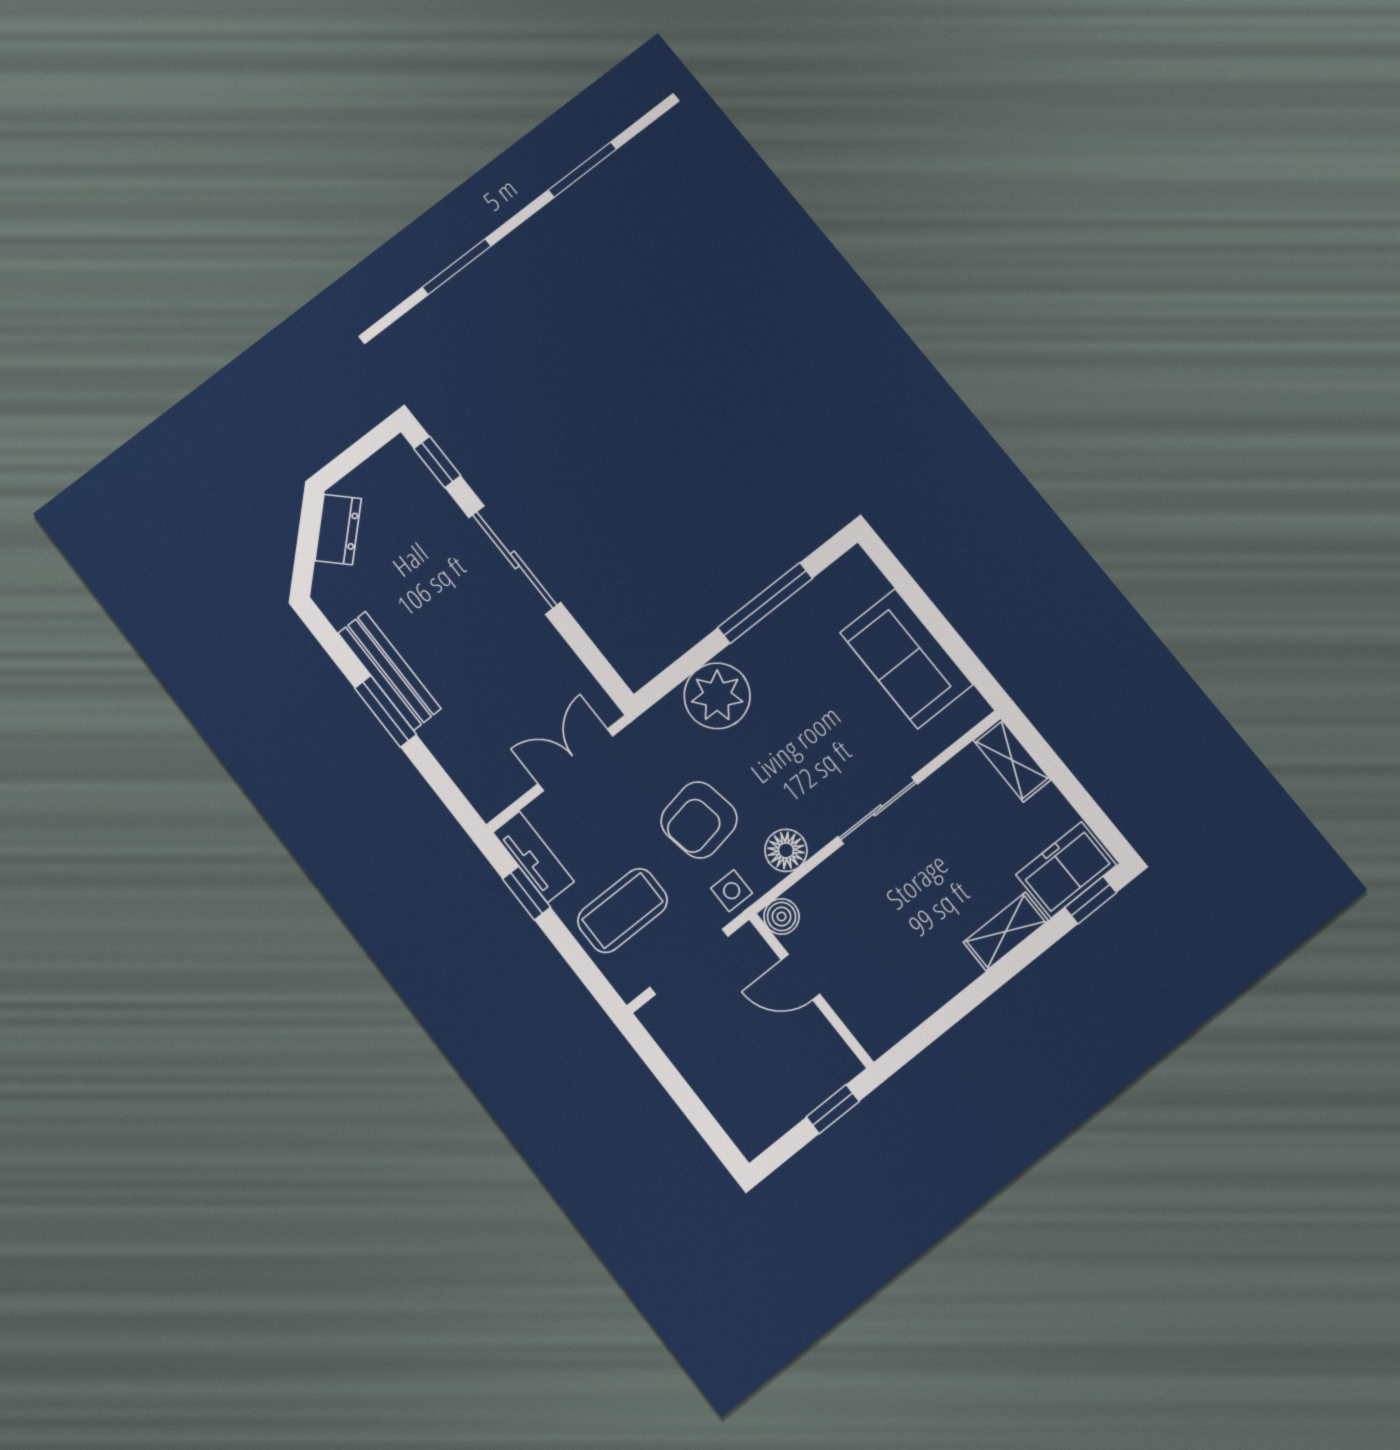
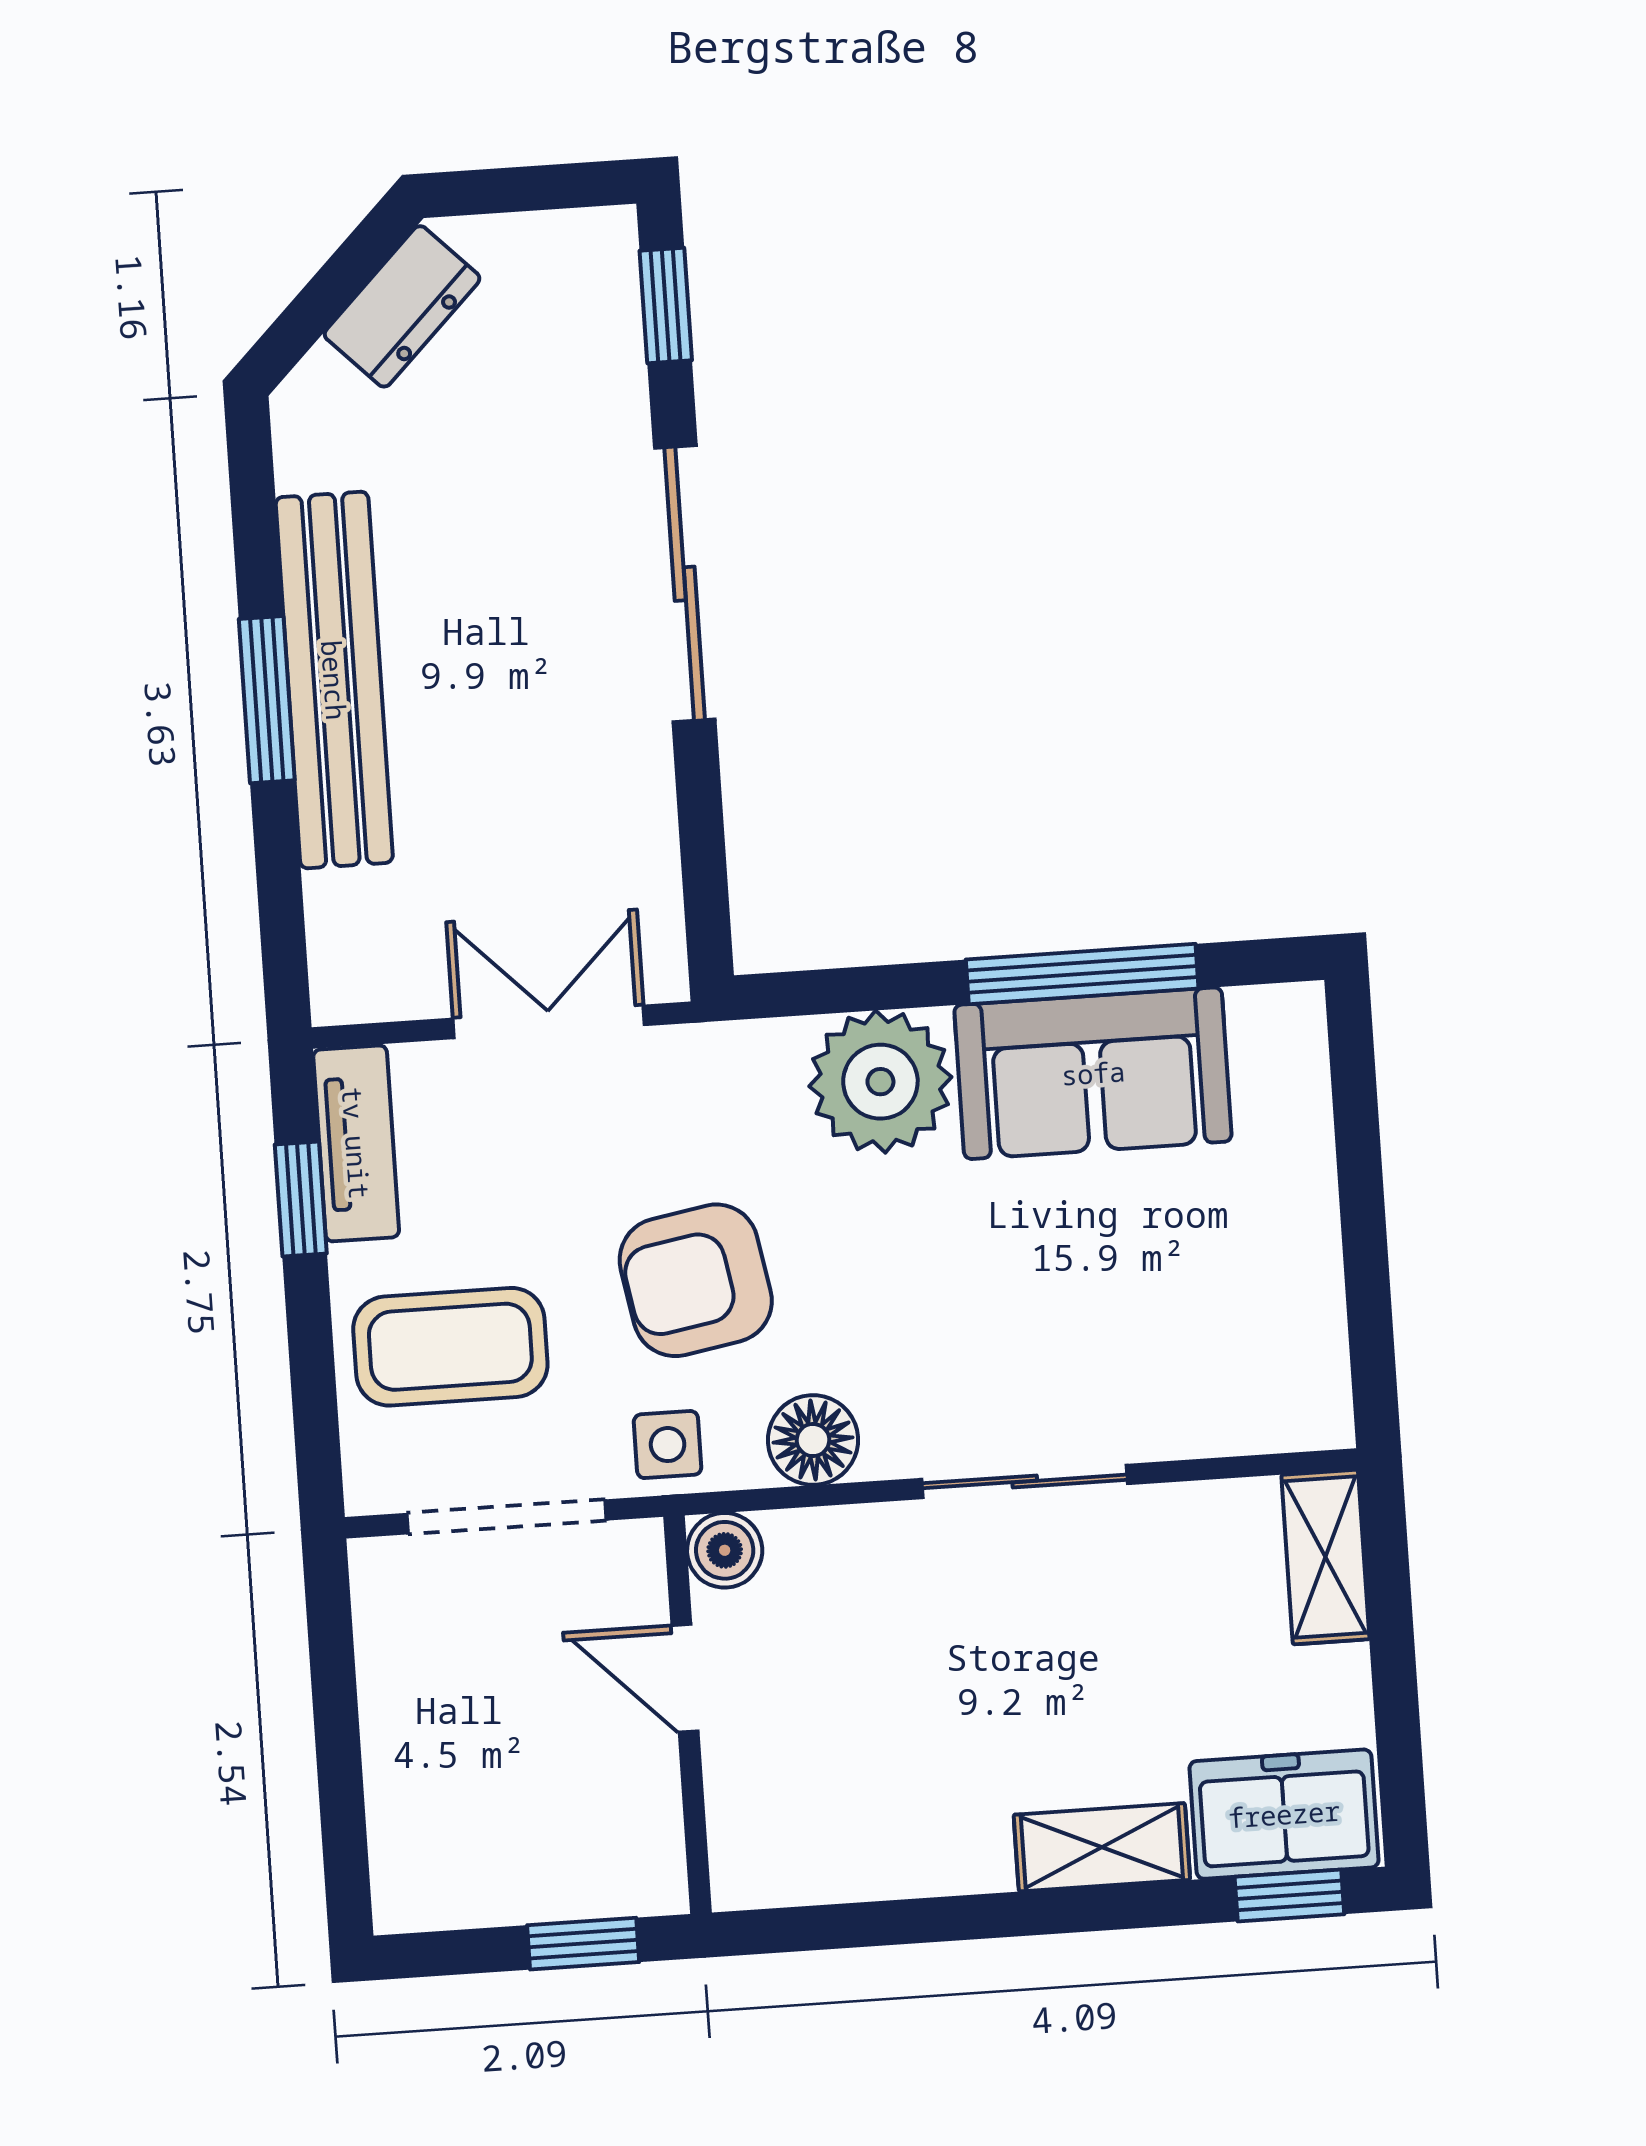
sofa: (906, 659) -> (1093, 1073), moved, turned -90
bench: (389, 671) -> (334, 680), width x1.37, depth x1.21

